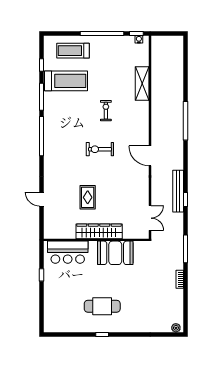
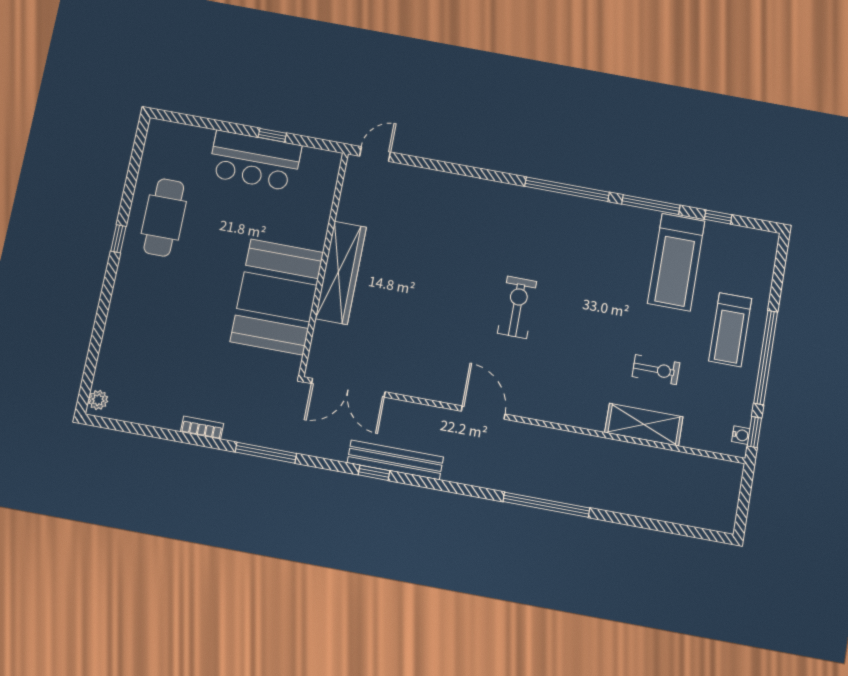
treadmill: (73, 51) -> (730, 330), moved, turned 180
exercise bike: (106, 111) -> (656, 370), moved
door: (150, 156) -> (483, 413), hinge flipped
rug: (88, 197) -> (419, 262), removed
door: (42, 199) -> (375, 154), moved
double door: (150, 218) -> (348, 388), width x1.37
bar counter: (68, 252) -> (255, 161), moved, turned -90
booth: (115, 253) -> (277, 297), width x1.36, depth x1.42
cafe table: (102, 306) -> (164, 217), moved

